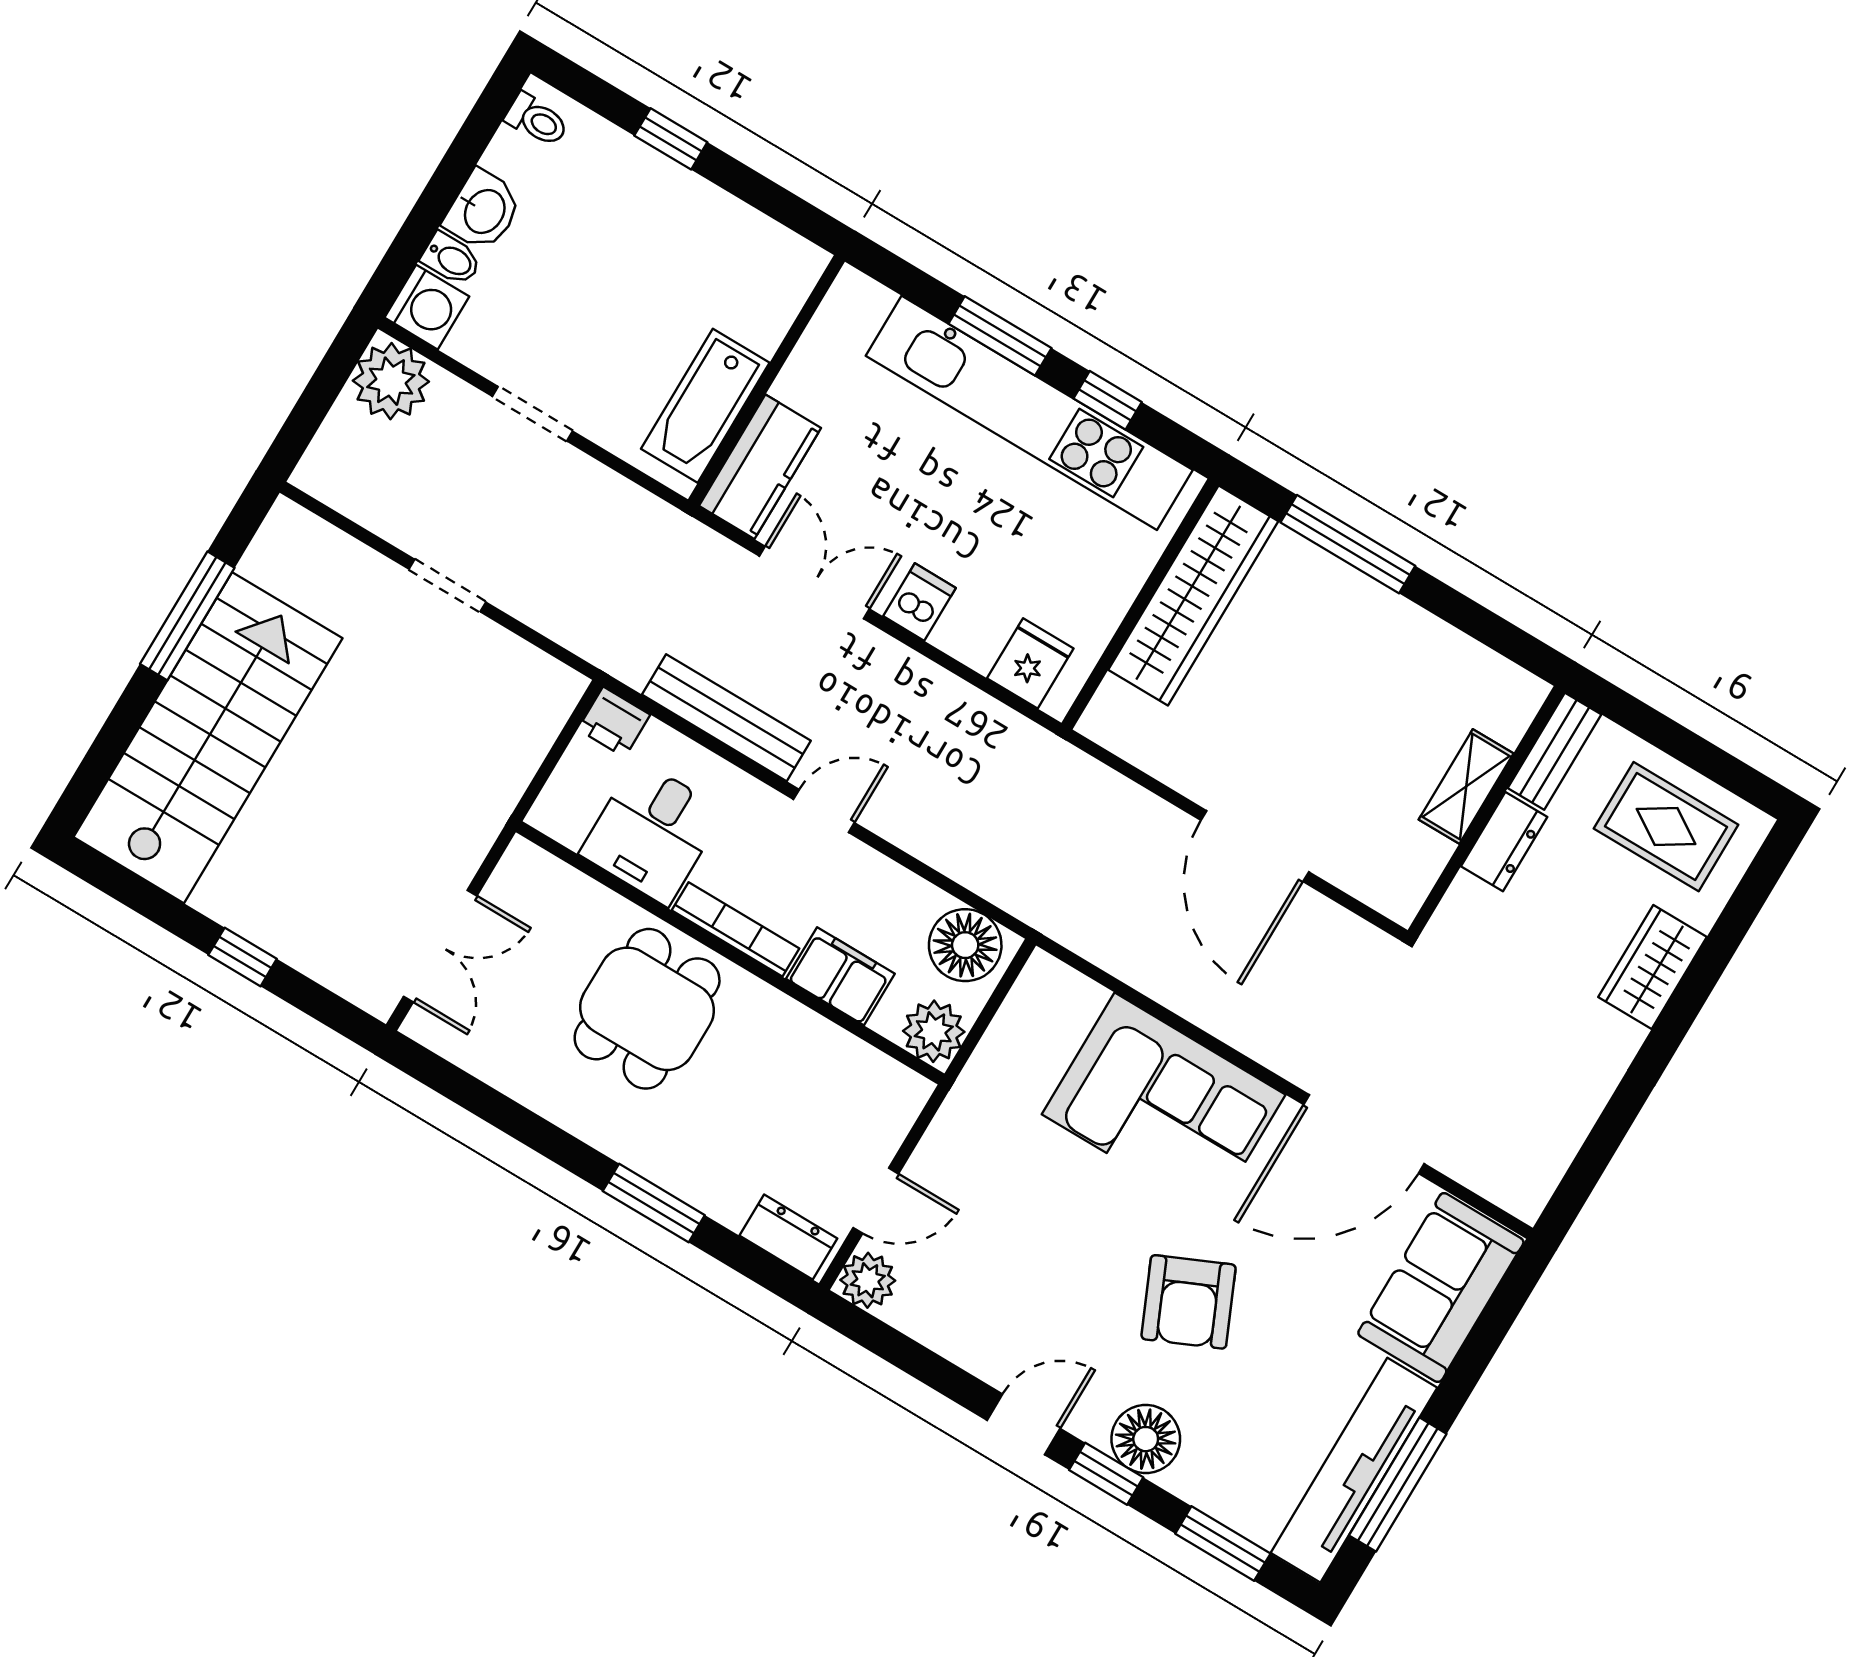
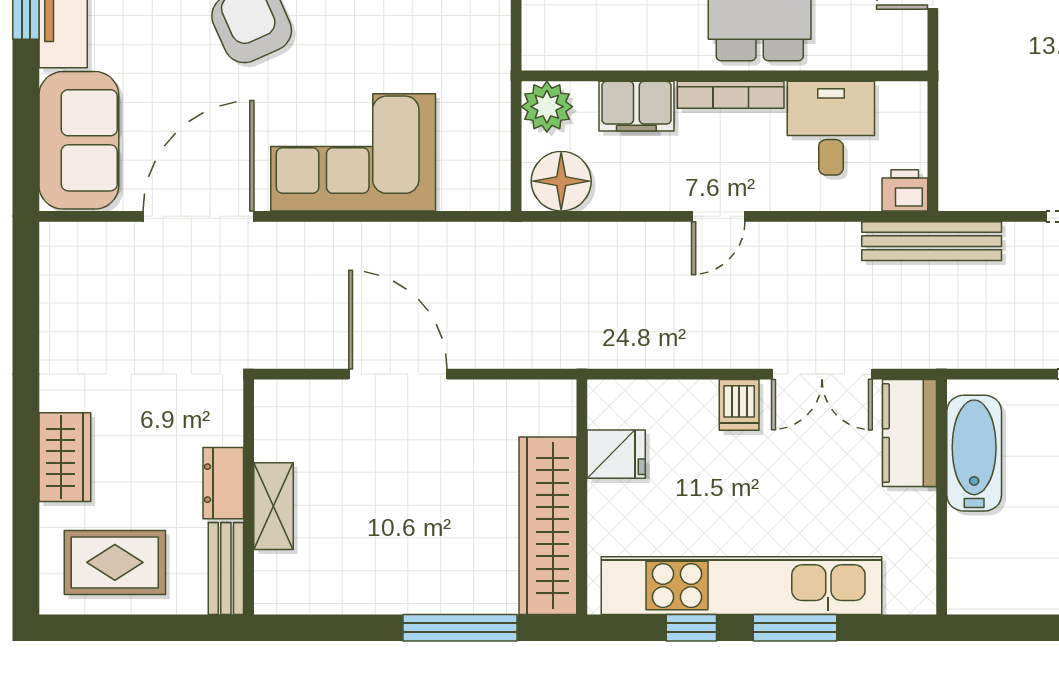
fridge: (1030, 663) -> (616, 454), moved, turned -90
bench: (726, 718) -> (932, 241), moved

